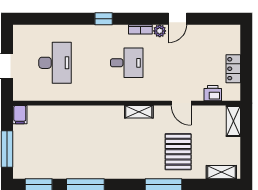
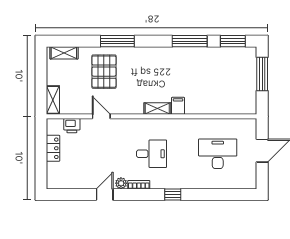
desk: (55, 63) -> (218, 154), turned 90
desk: (127, 63) -> (152, 154), turned 180
shelving: (139, 112) -> (157, 108), moved
filing cabinet: (20, 115) -> (178, 106), moved

